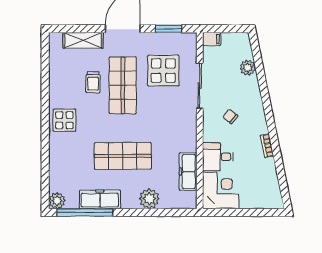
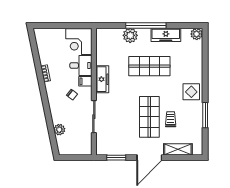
filing cabinet: (212, 39) -> (85, 81), moved
display table: (163, 71) -> (120, 128), removed
window: (45, 88) -> (205, 115), added
freezer: (188, 172) -> (102, 79), moved
window: (85, 213) -> (146, 25), moved

